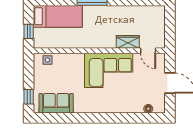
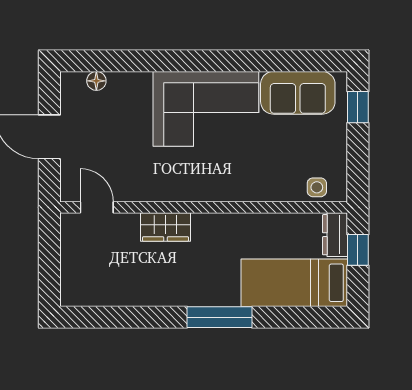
dresser: (39, 38) -> (335, 235), added
wardrobe: (128, 42) -> (166, 227), moved
corner sofa: (109, 70) -> (206, 109), moved, turned 180

